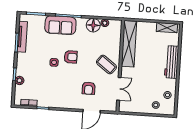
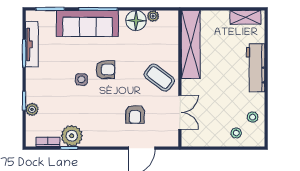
sofa: (60, 25) -> (87, 24), width x1.36
plant: (45, 100) -> (72, 136), added

